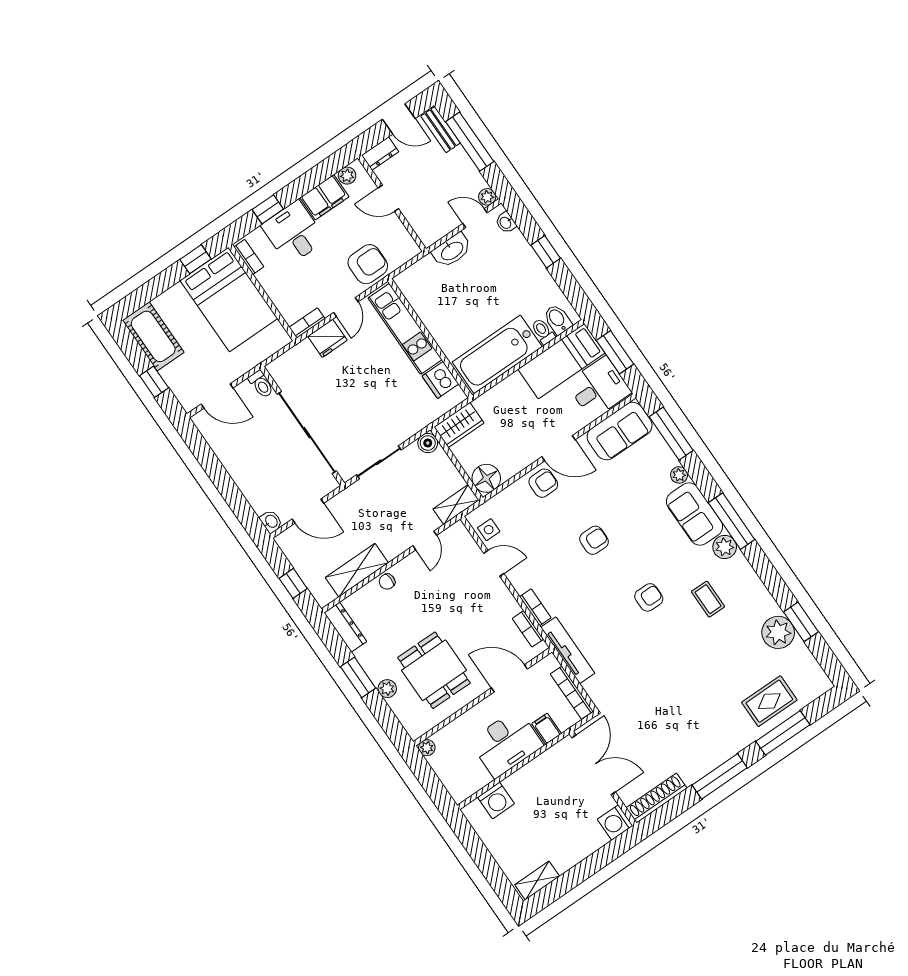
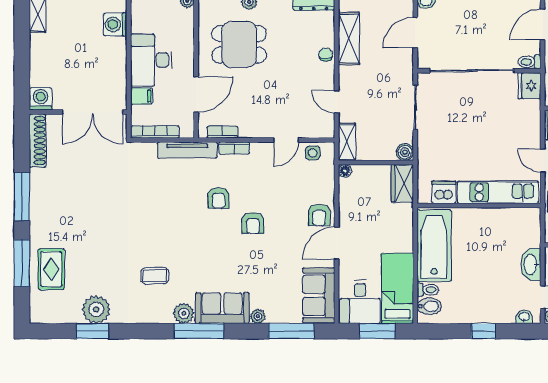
fridge: (327, 338) -> (529, 86), moved
floor lamp: (486, 478) -> (345, 171), width x0.53, depth x0.53
armchair: (649, 597) -> (219, 198), moved

